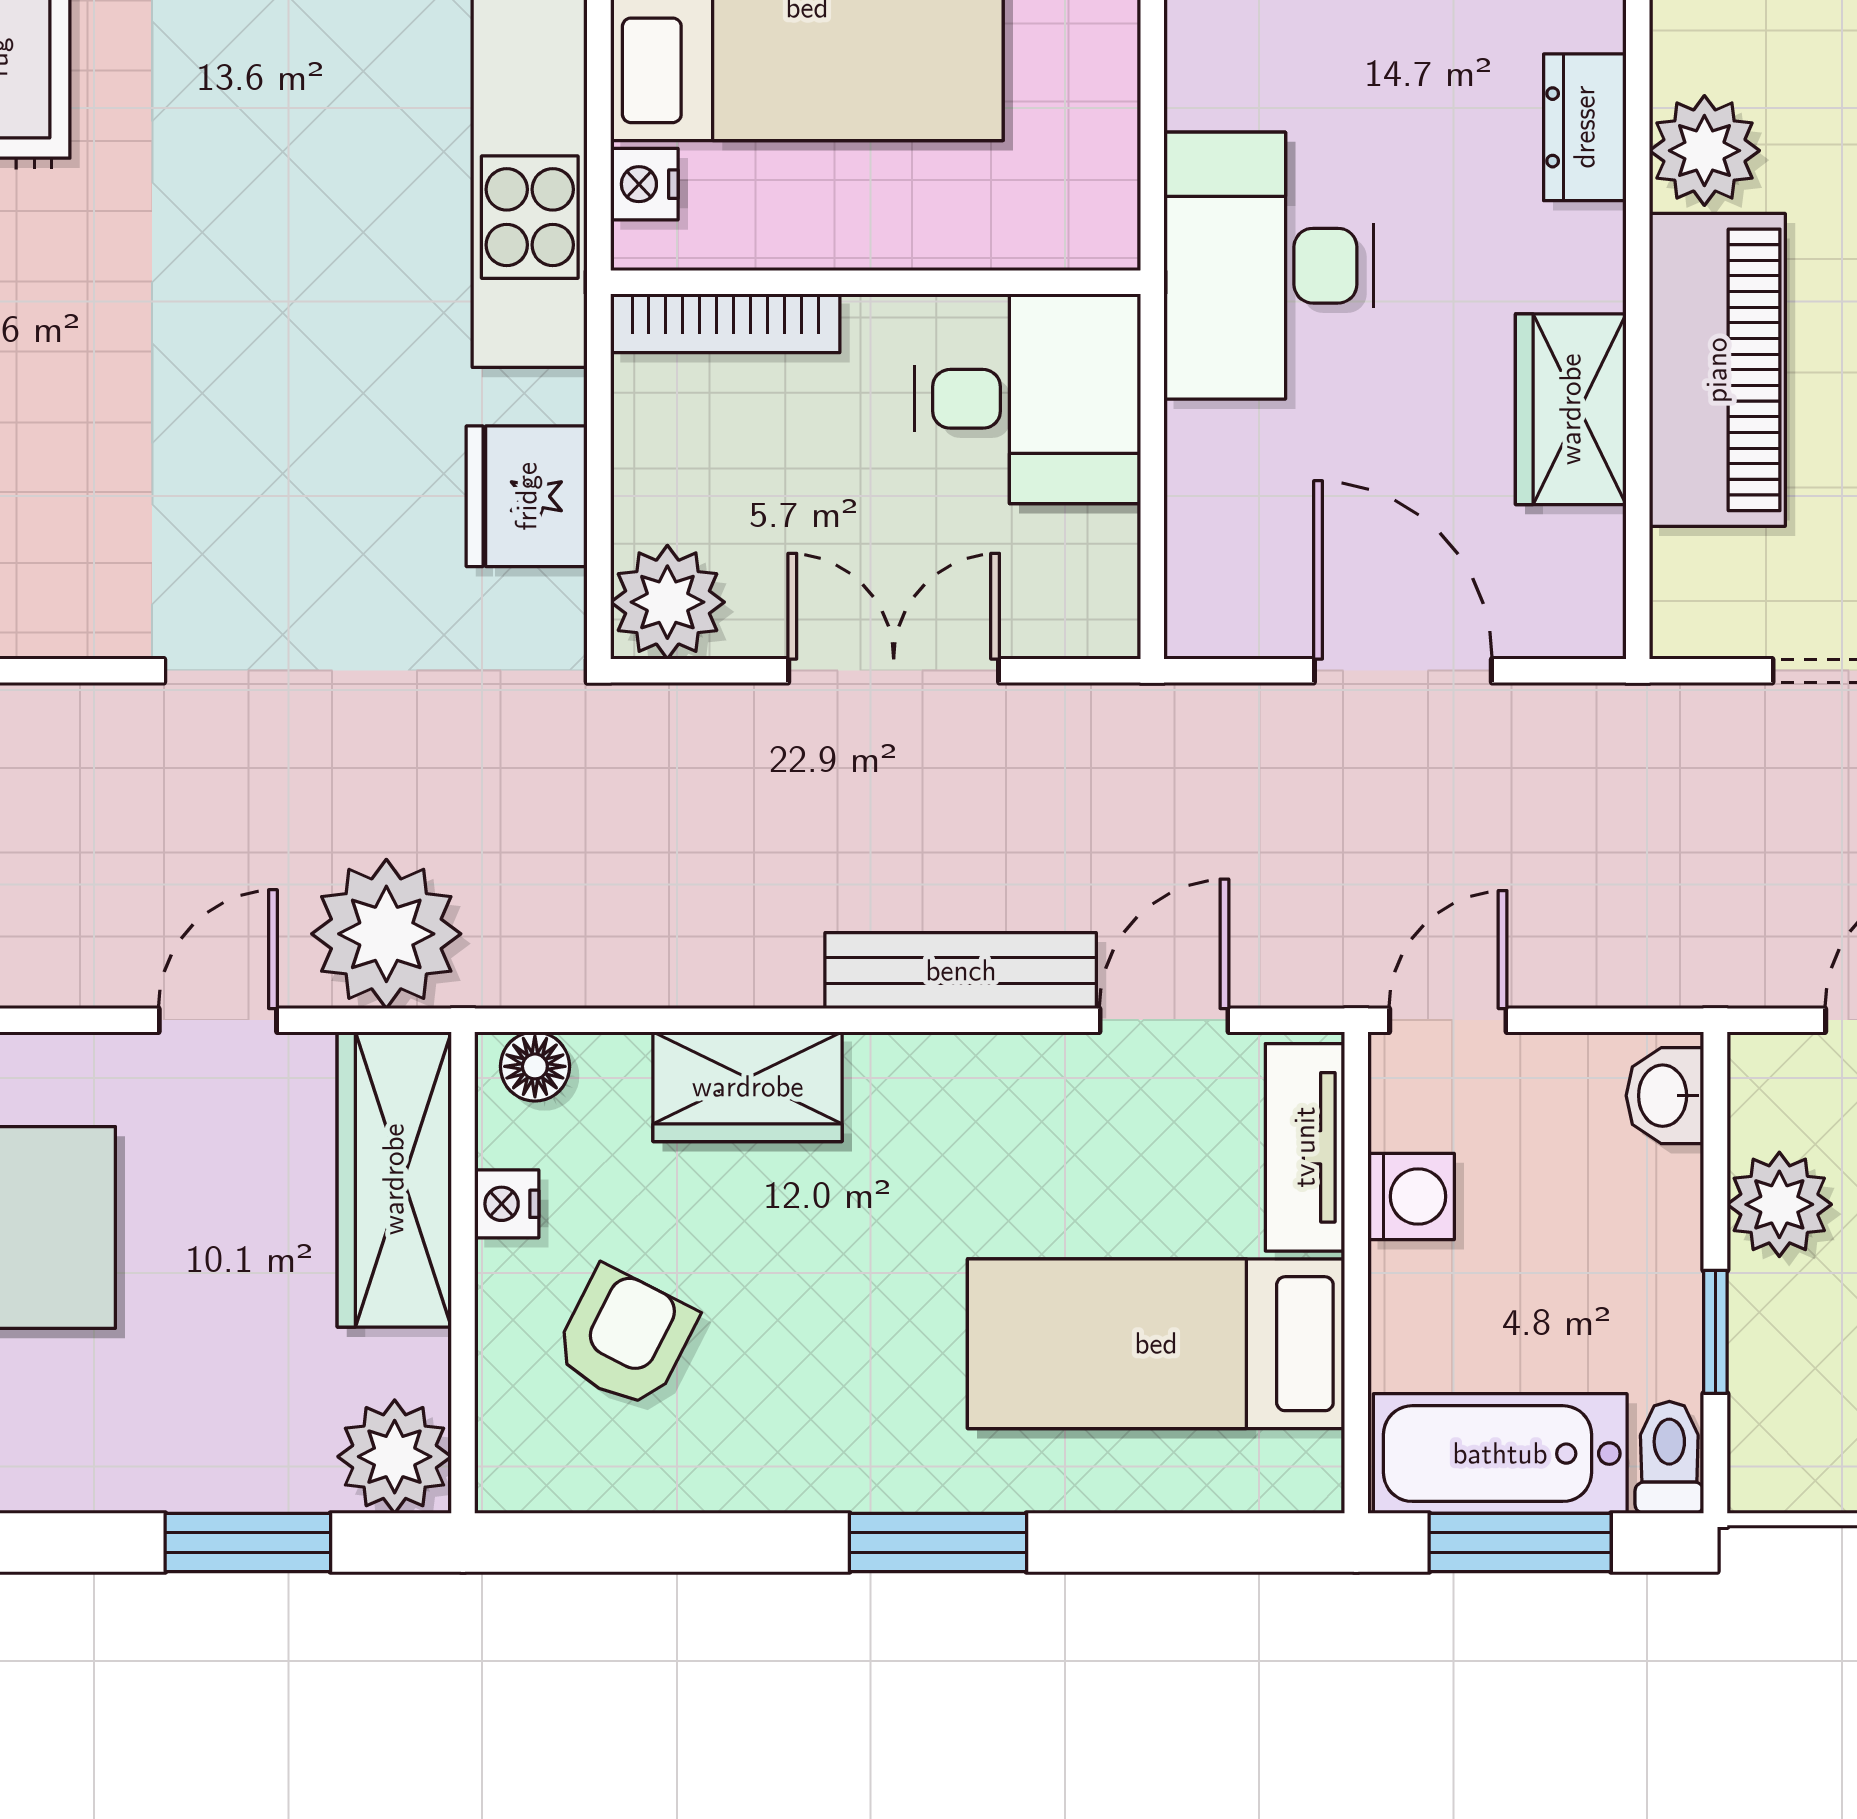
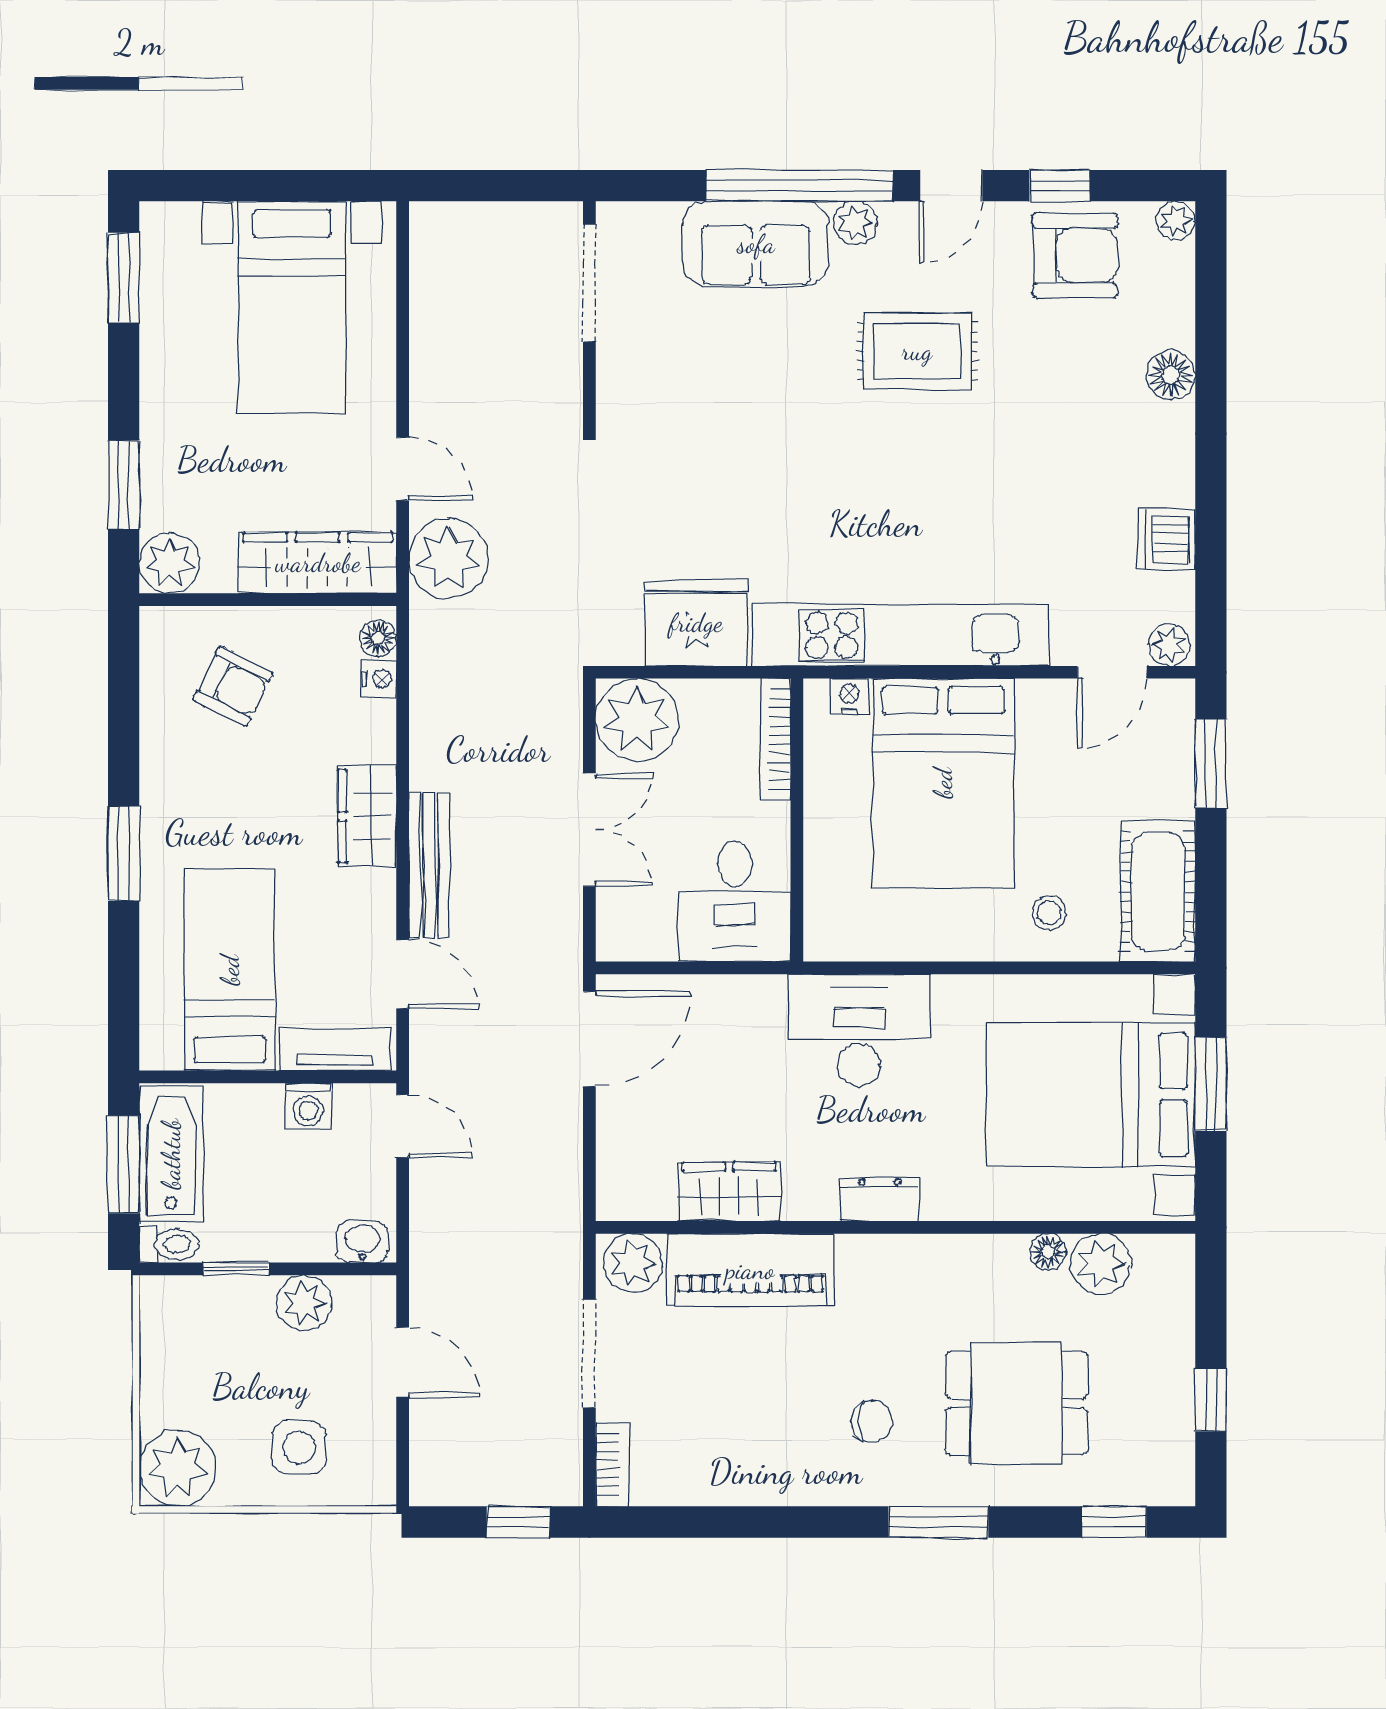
plant: (1704, 151) -> (633, 1263), moved
desk: (1269, 266) -> (859, 1030), moved
fridge: (527, 496) -> (696, 623), width x1.36, depth x1.34
plant: (667, 602) -> (637, 720), width x1.36, depth x1.36
door: (1403, 671) -> (589, 1039), moved
wardrobe: (748, 1087) -> (367, 816), moved
nightstand: (507, 1204) -> (379, 679), moved, turned 90

